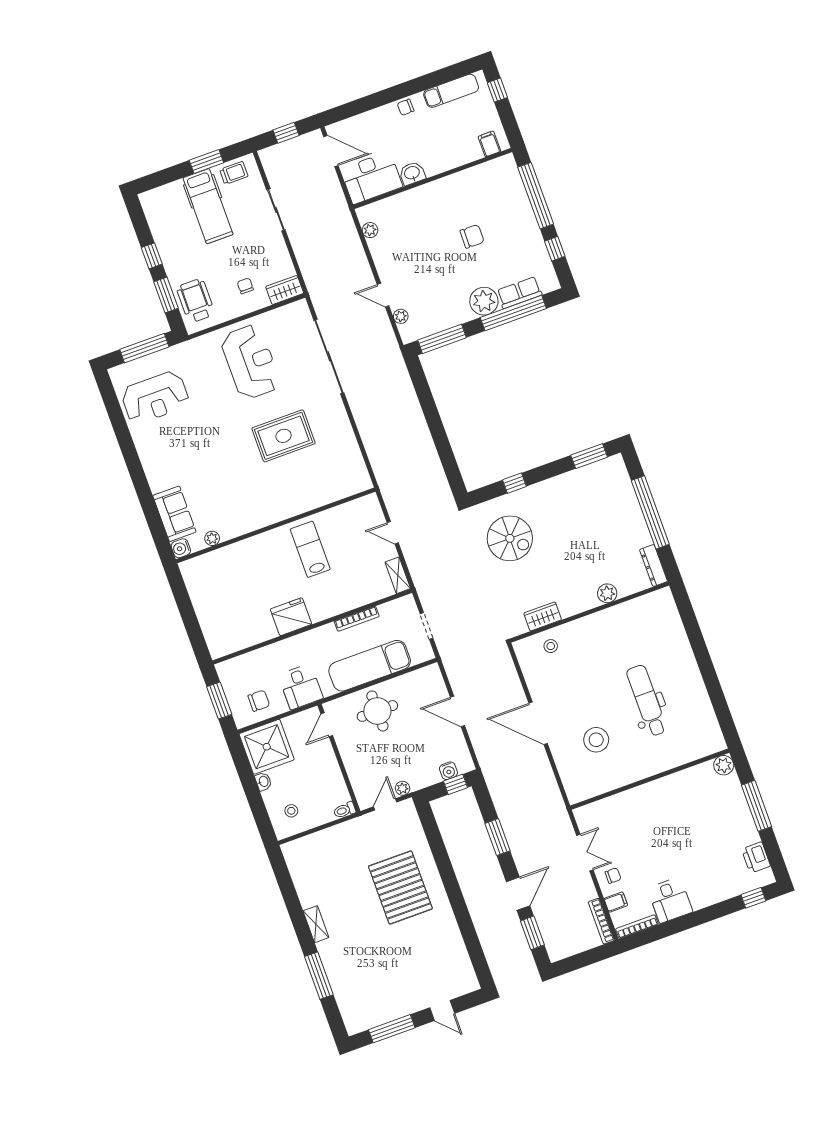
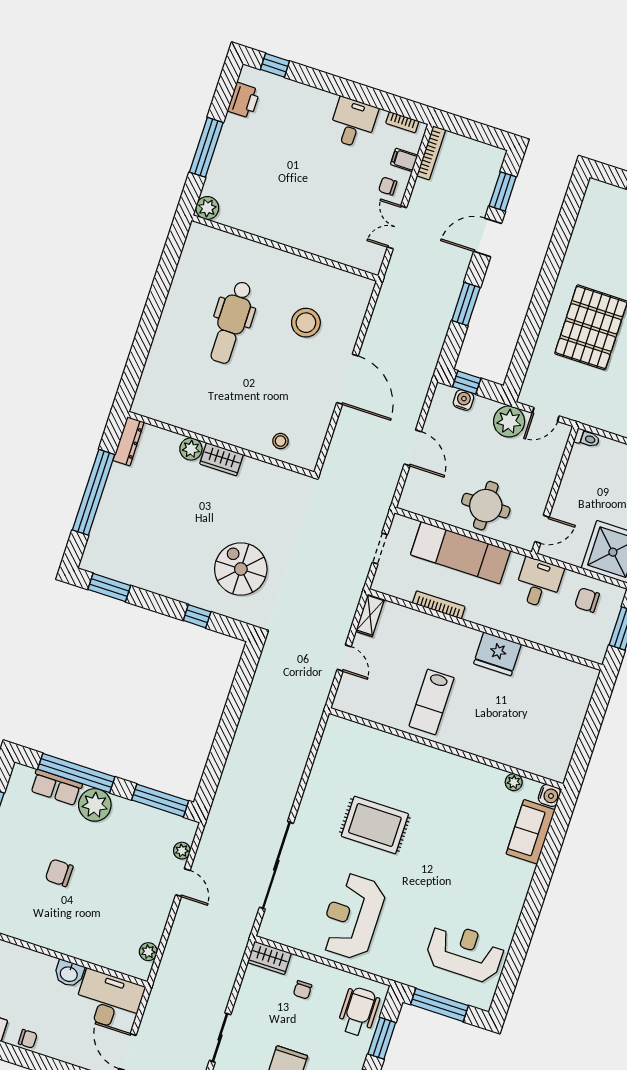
wheelchair: (196, 301) -> (359, 1012), turned 180
wardrobe: (543, 616) -> (222, 459), moved
plant: (402, 788) -> (509, 421), width x1.88, depth x1.88
bookcase: (637, 927) -> (402, 122), width x0.64

